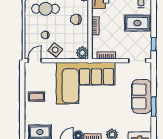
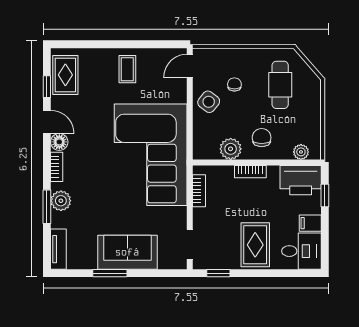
plant: (82, 53) -> (231, 149), moved
door: (35, 61) -> (190, 66), swing flipped

